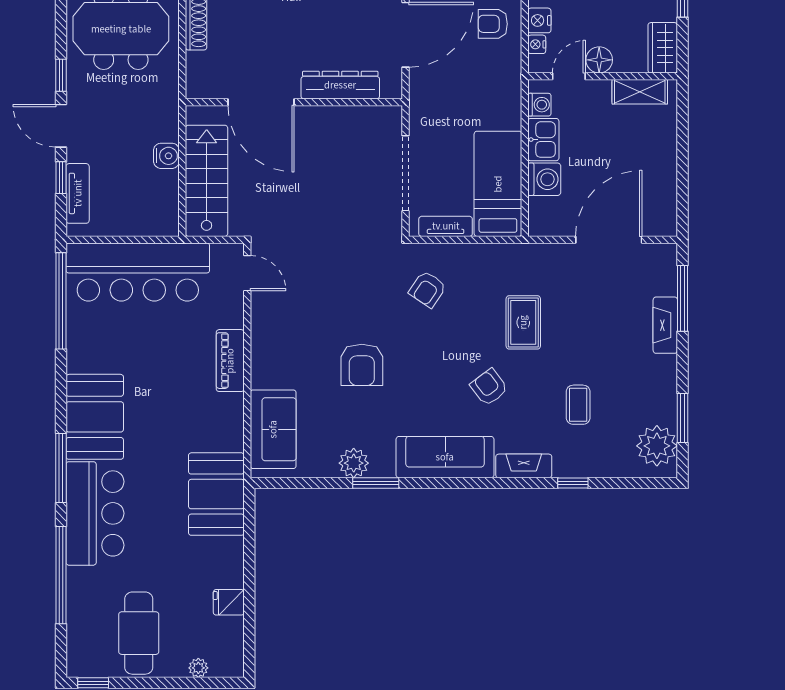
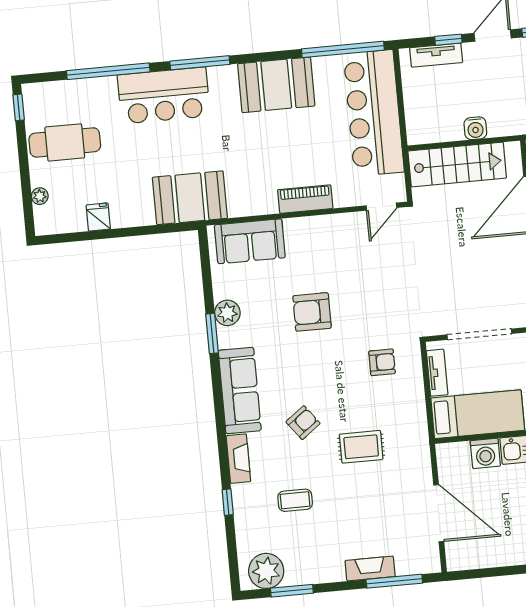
armchair: (428, 289) -> (382, 362), turned 146
booth: (95, 417) -> (276, 85), moved

